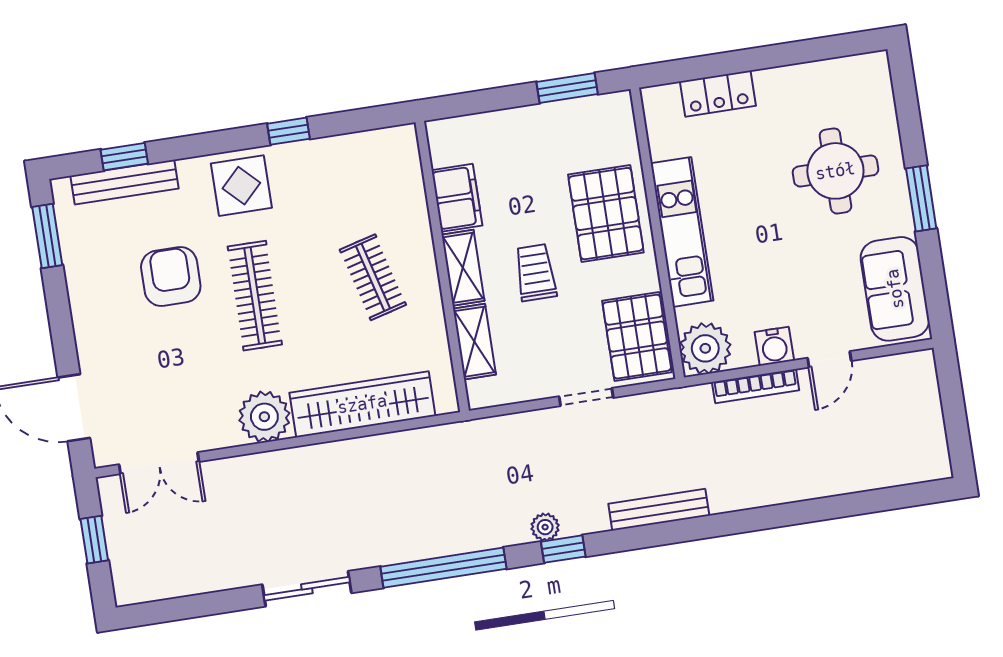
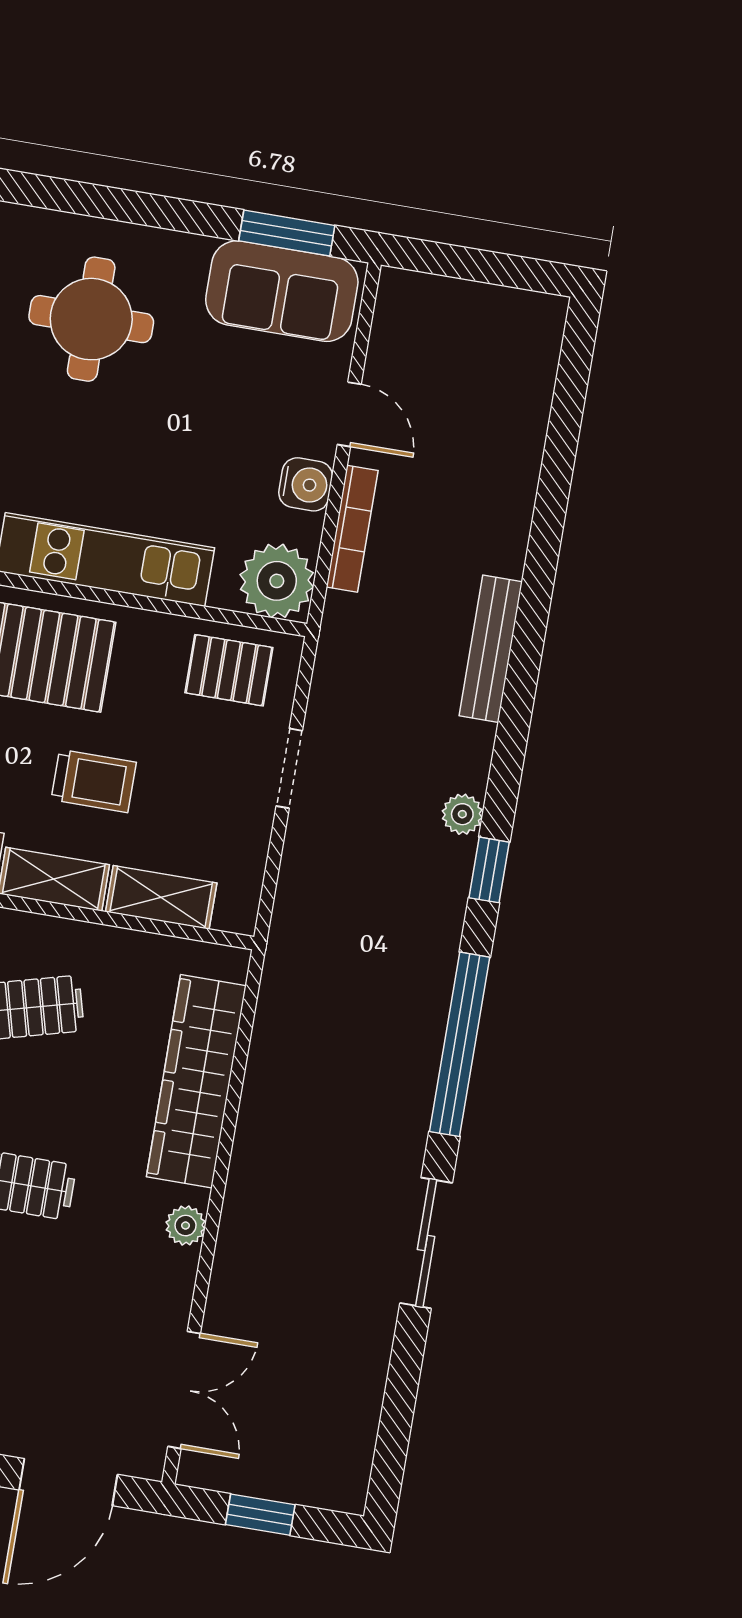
window: (921, 198) -> (287, 233), moved
trolley: (536, 273) -> (94, 781), turned 180
pallet: (637, 337) -> (229, 670), width x0.67, depth x0.71
plant: (264, 417) -> (186, 1226), width x0.53, depth x0.53
bench: (659, 510) -> (491, 649), moved
plant: (545, 527) -> (462, 814), moved

